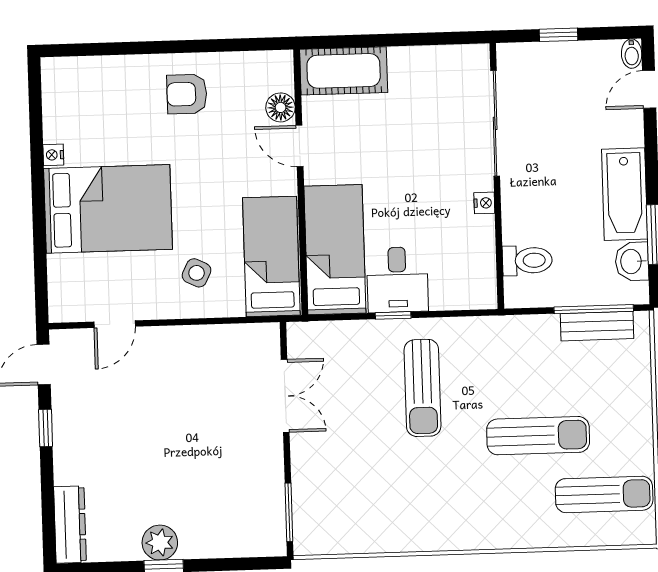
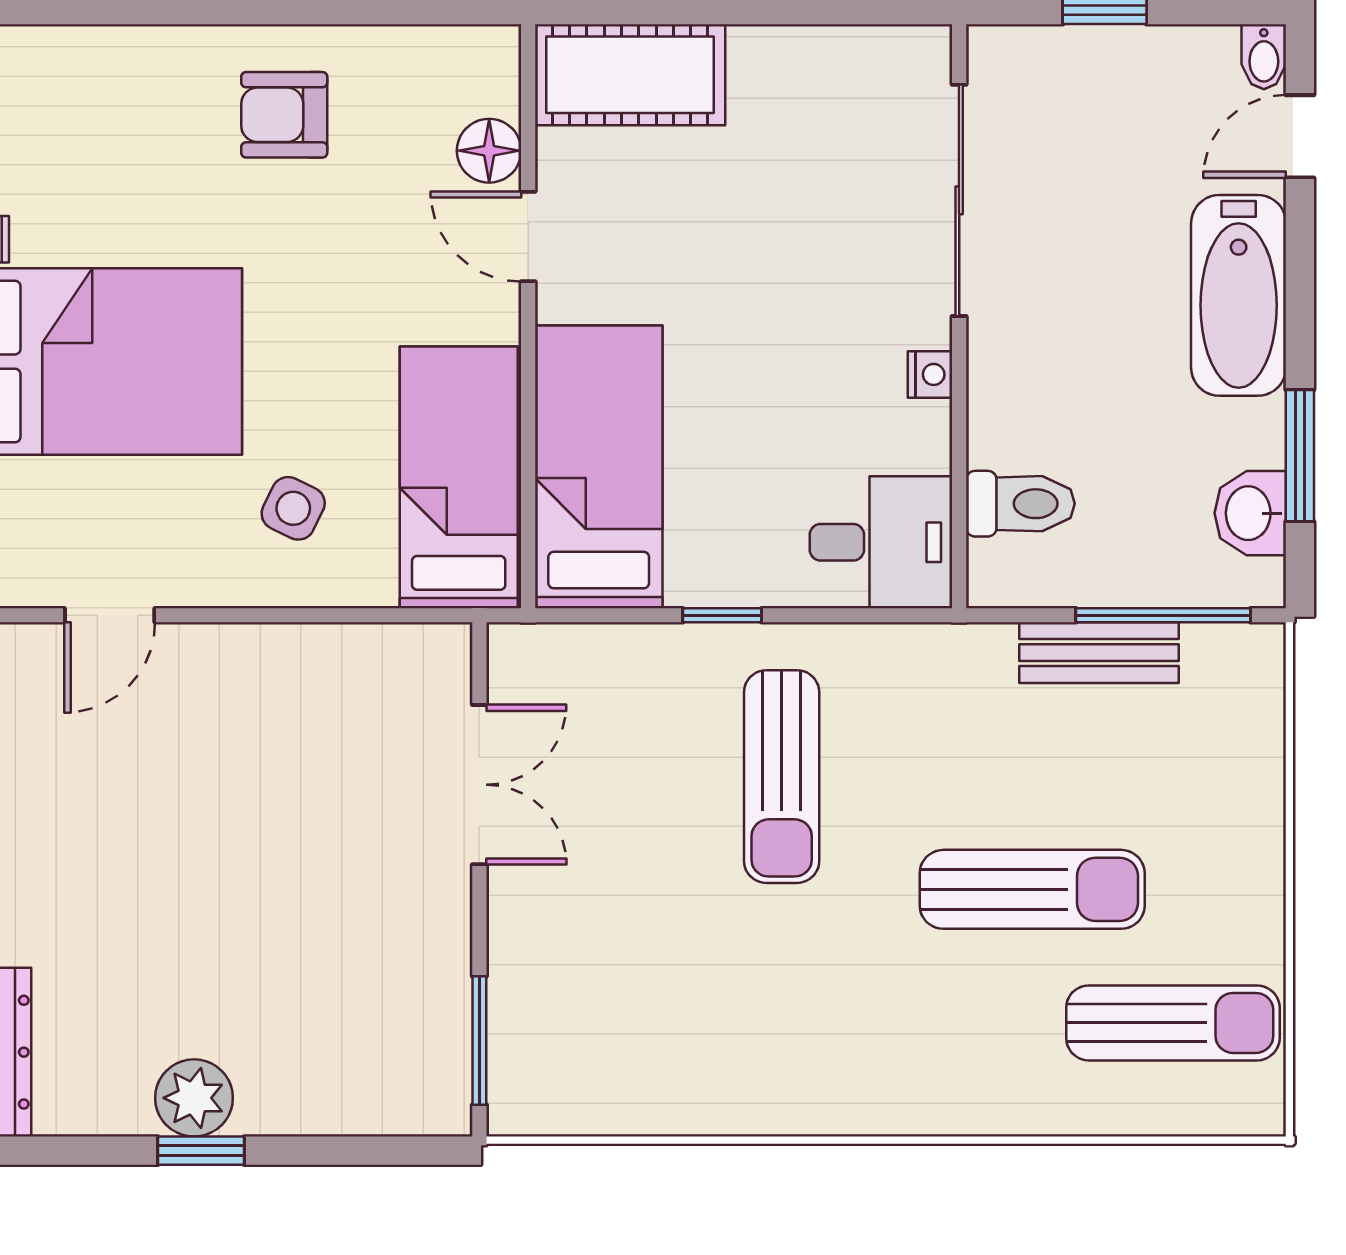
bathtub: (625, 194) -> (1239, 295), moved
desk: (397, 280) -> (881, 542), moved, turned -90
bench: (597, 326) -> (1099, 653), moved

